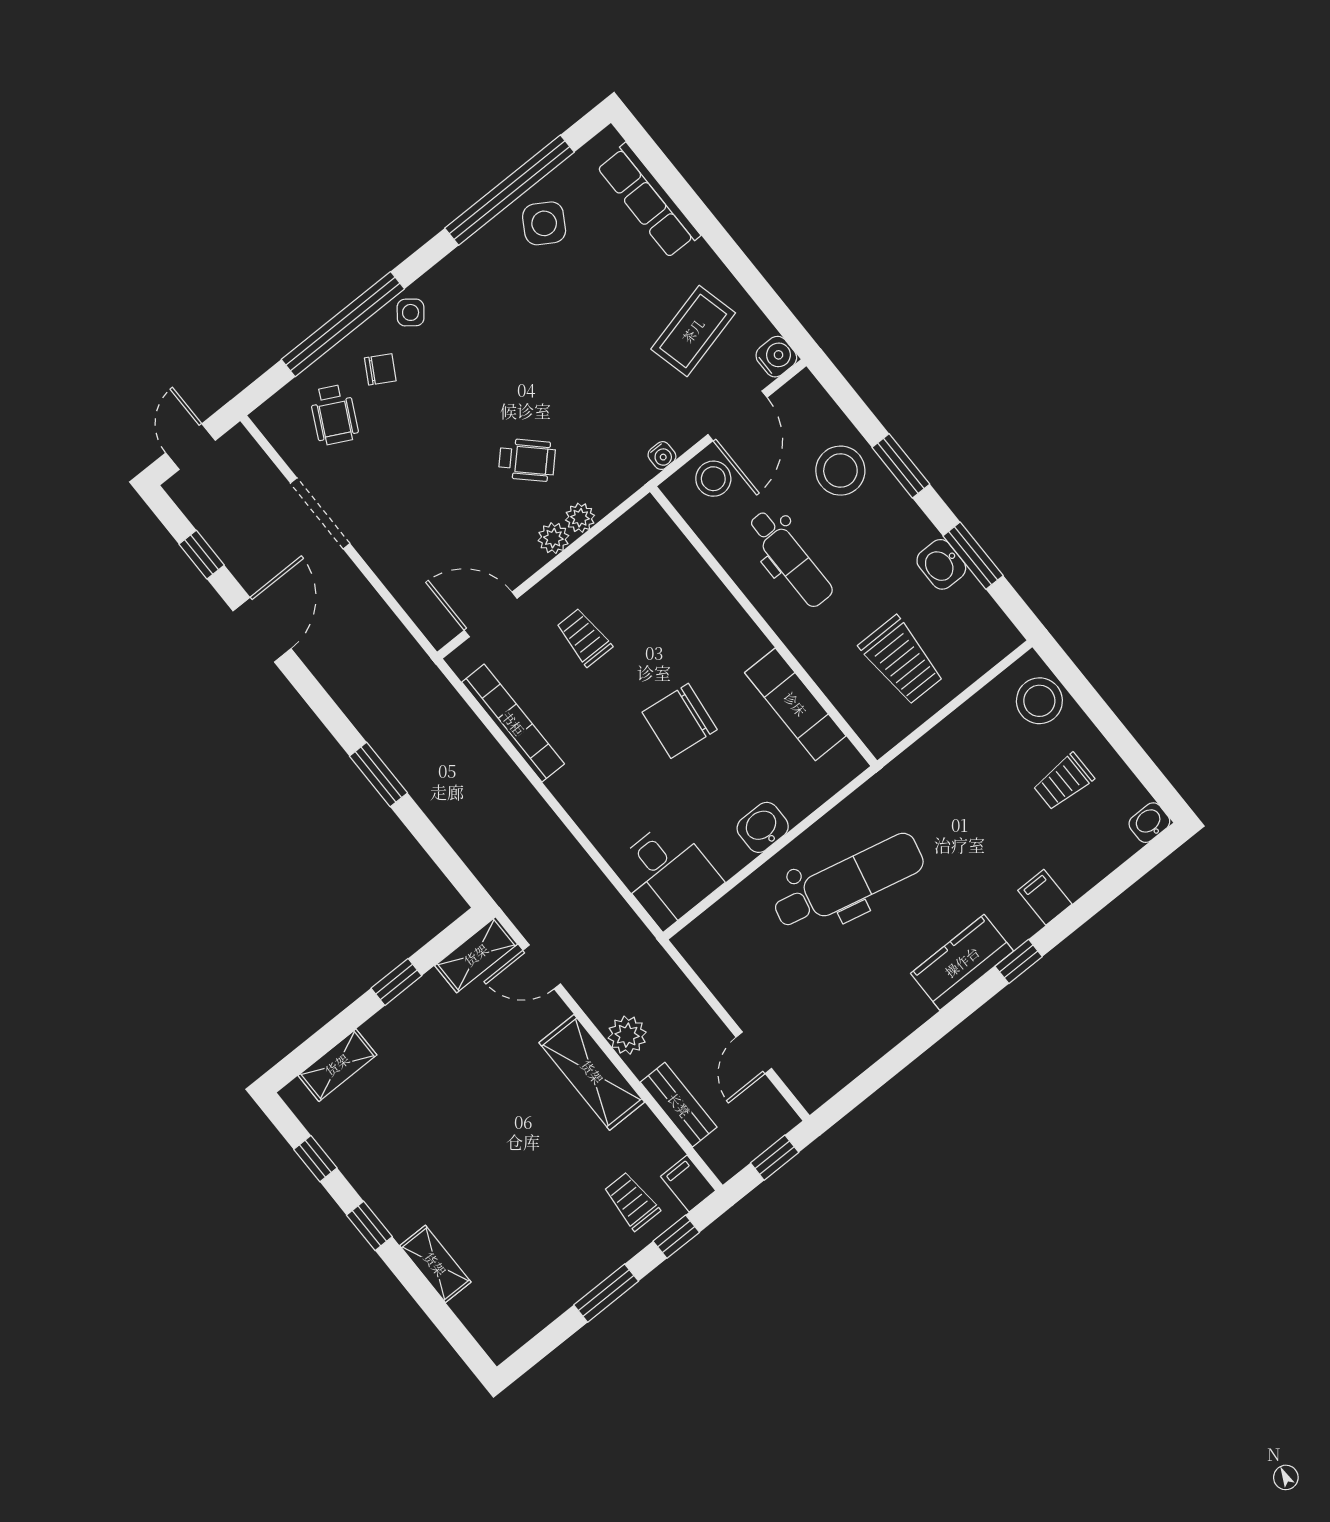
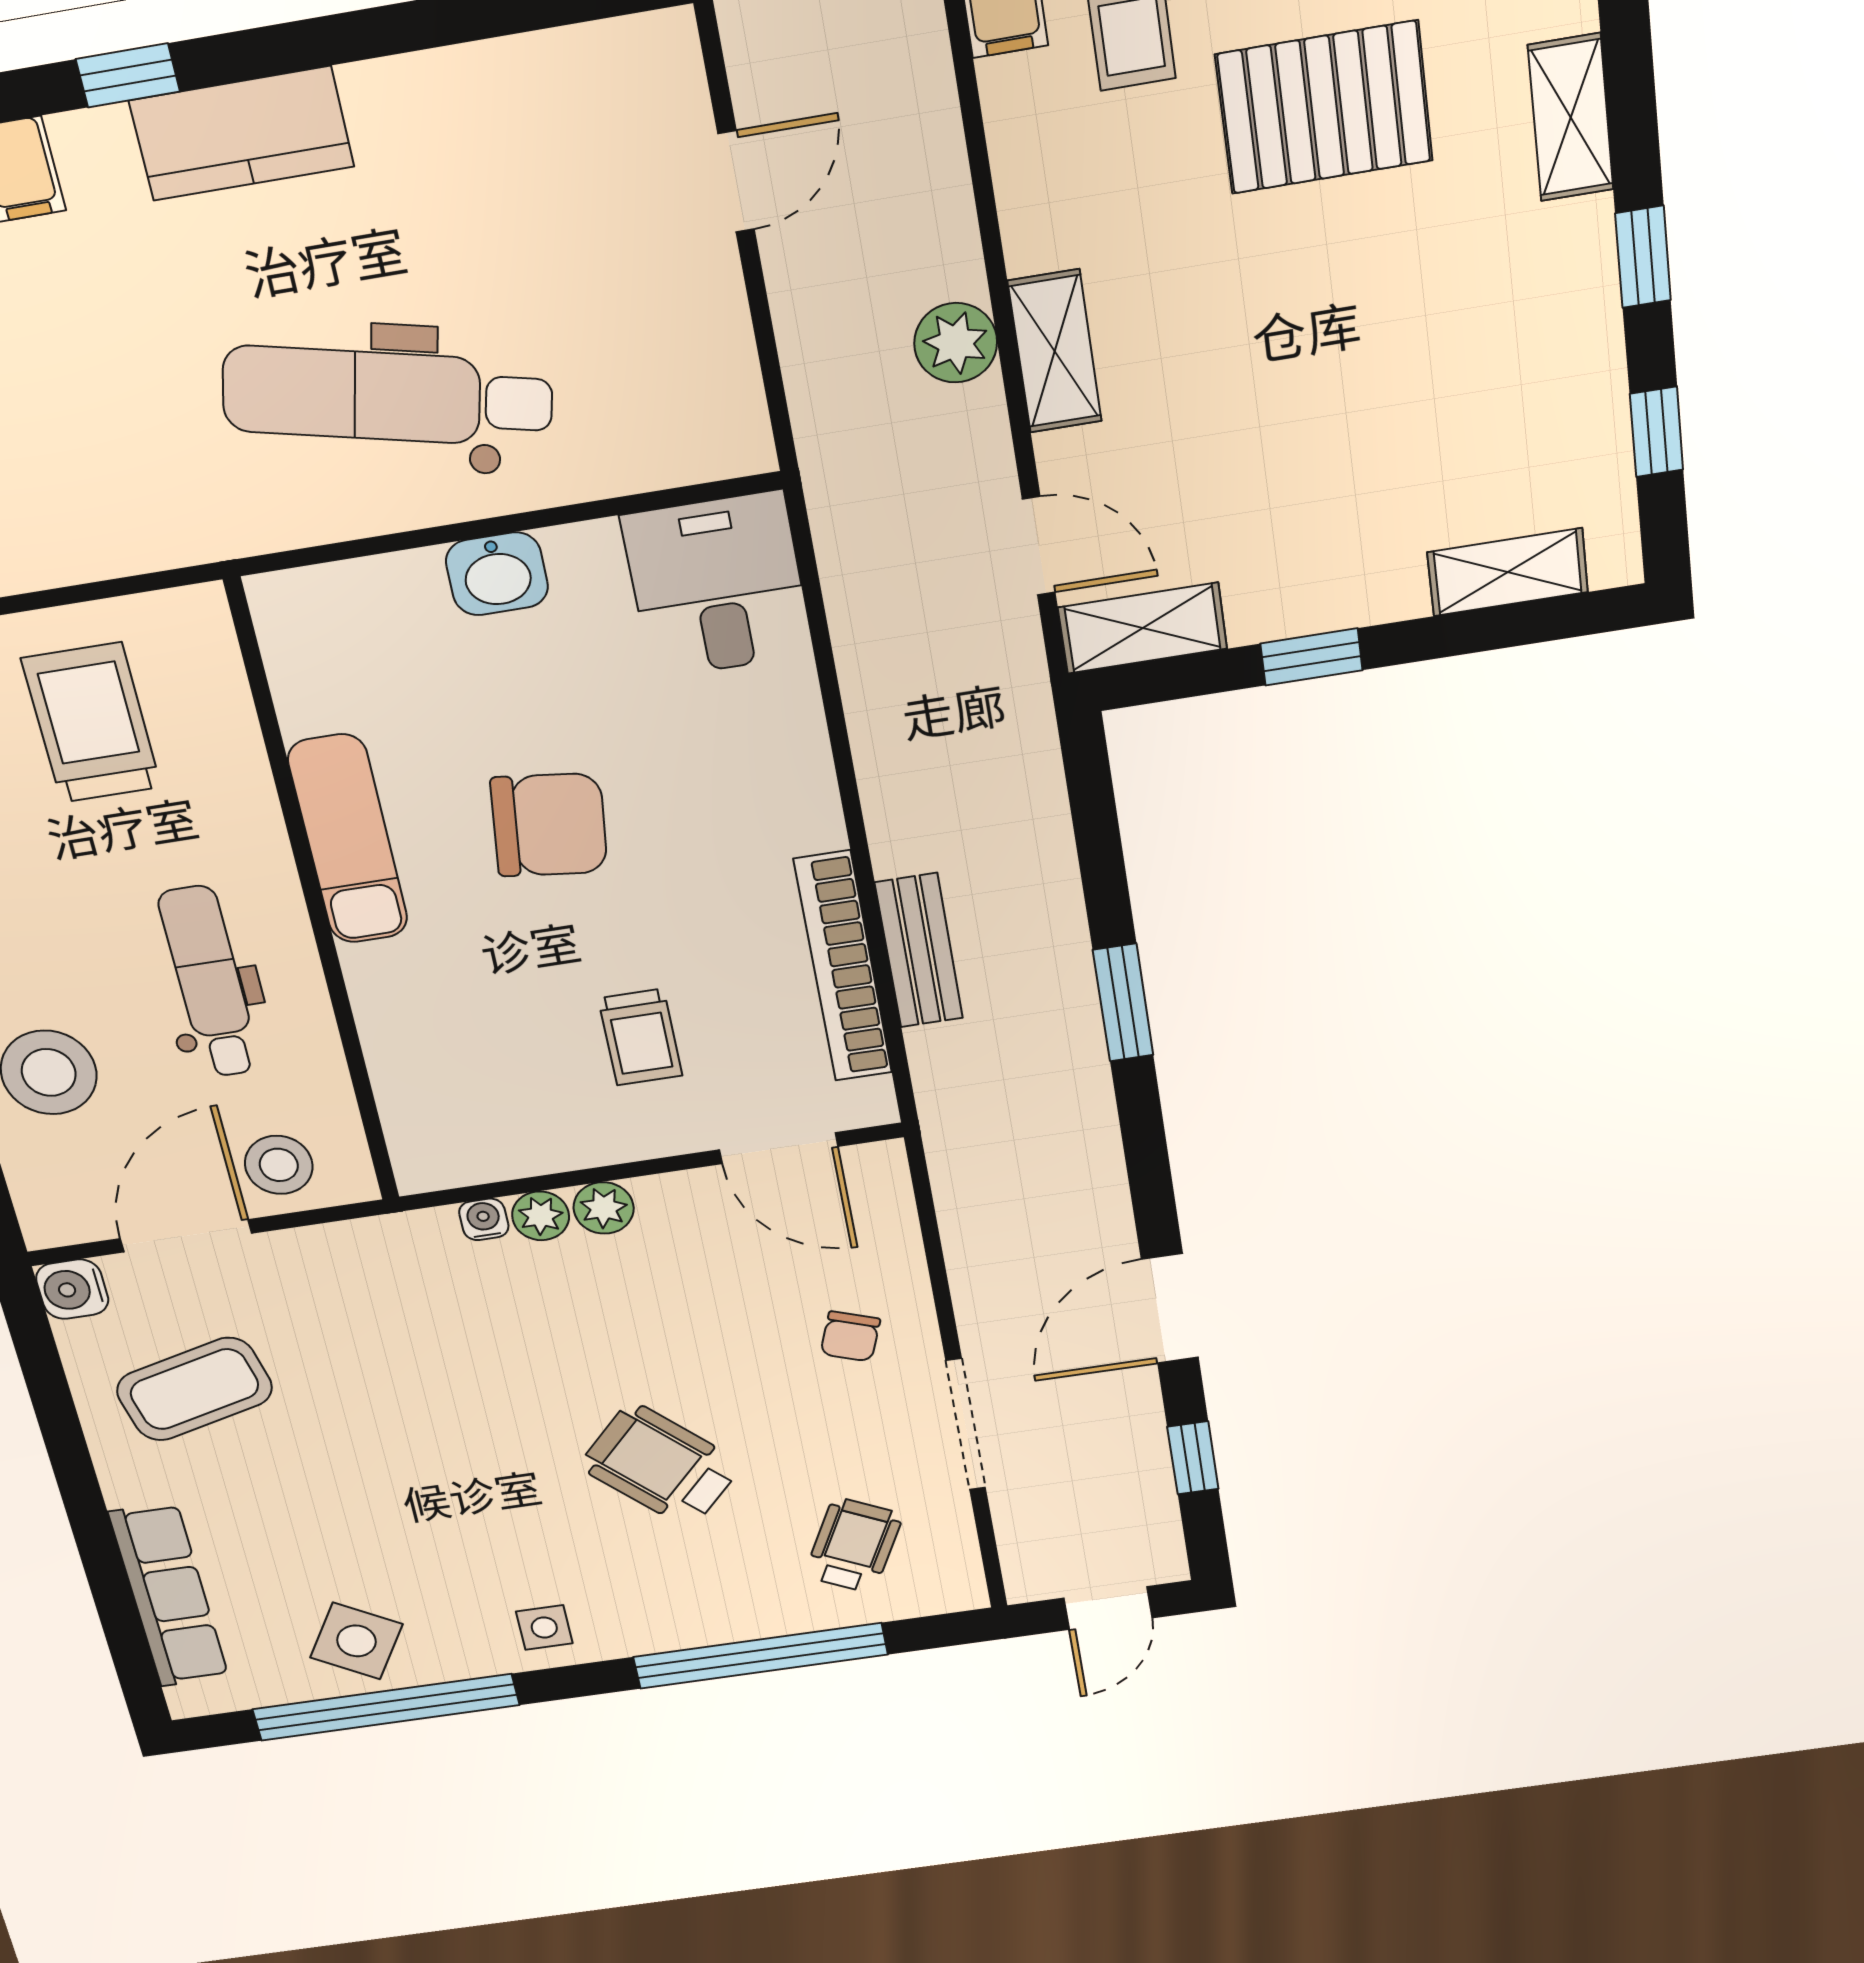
side table: (411, 312) -> (544, 1627), moved, turned -38
chair: (380, 369) -> (850, 1336), moved, turned -100
water cooler: (662, 456) -> (484, 1219), moved
wheelchair: (527, 460) -> (661, 1465), moved, width x1.36, depth x1.37
exam couch: (795, 704) -> (348, 839), moved
shelving: (592, 1072) -> (1055, 351), width x0.67, depth x0.75
bench: (679, 1105) -> (919, 951), moved
pallet: (536, 1213) -> (1324, 108), added

